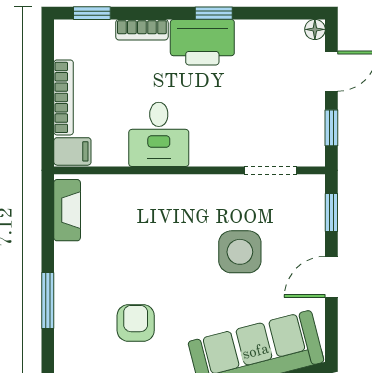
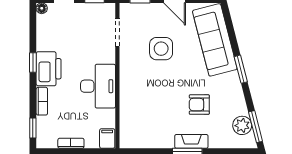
bookcase: (64, 97) -> (71, 143), width x0.64
desk: (159, 134) -> (98, 86), width x1.37
fireplace: (67, 210) -> (191, 141), moved

